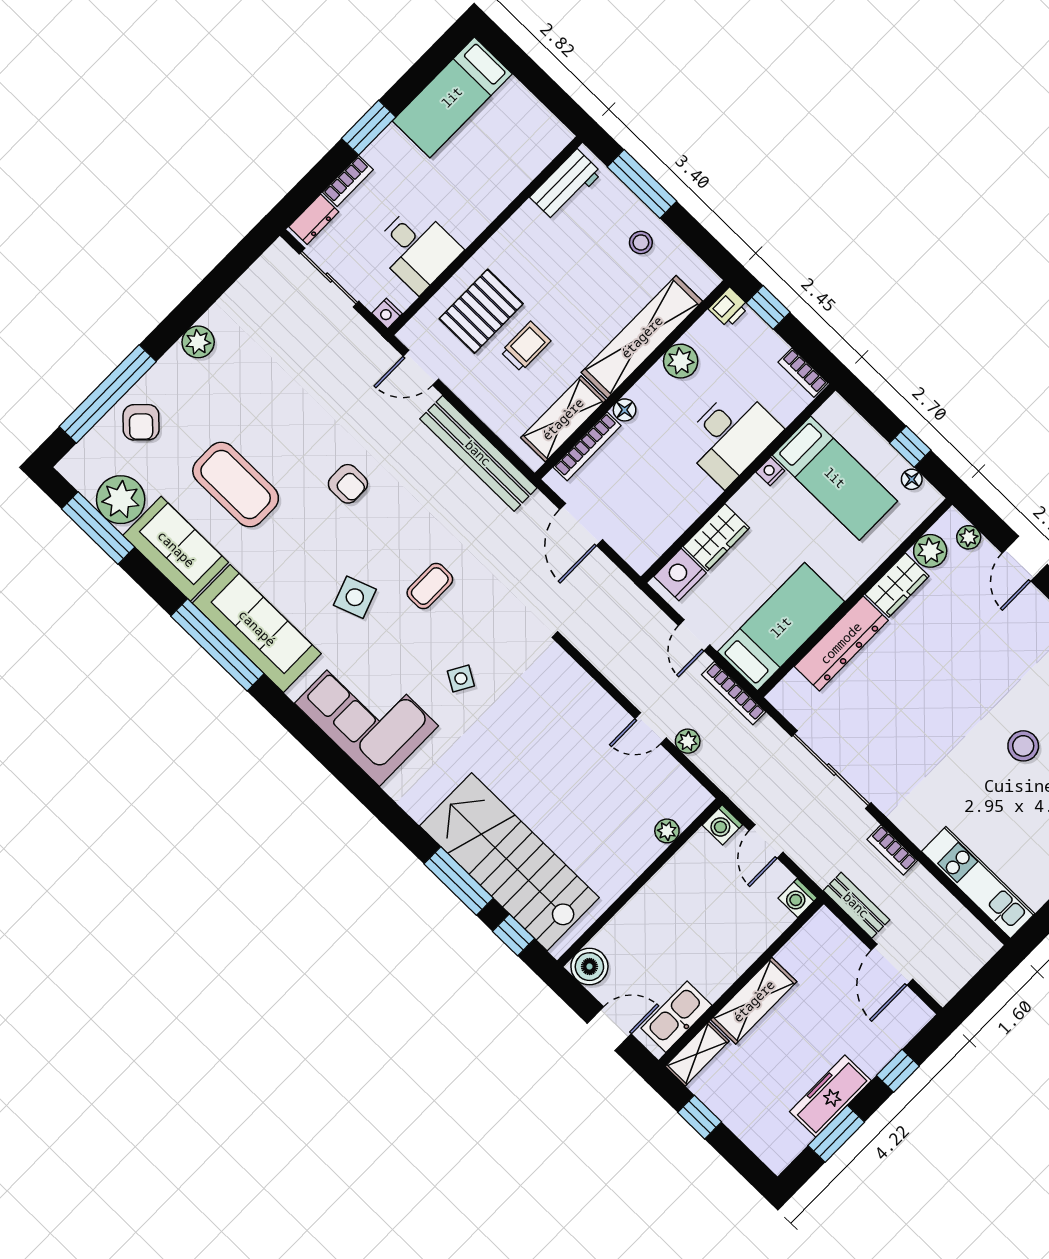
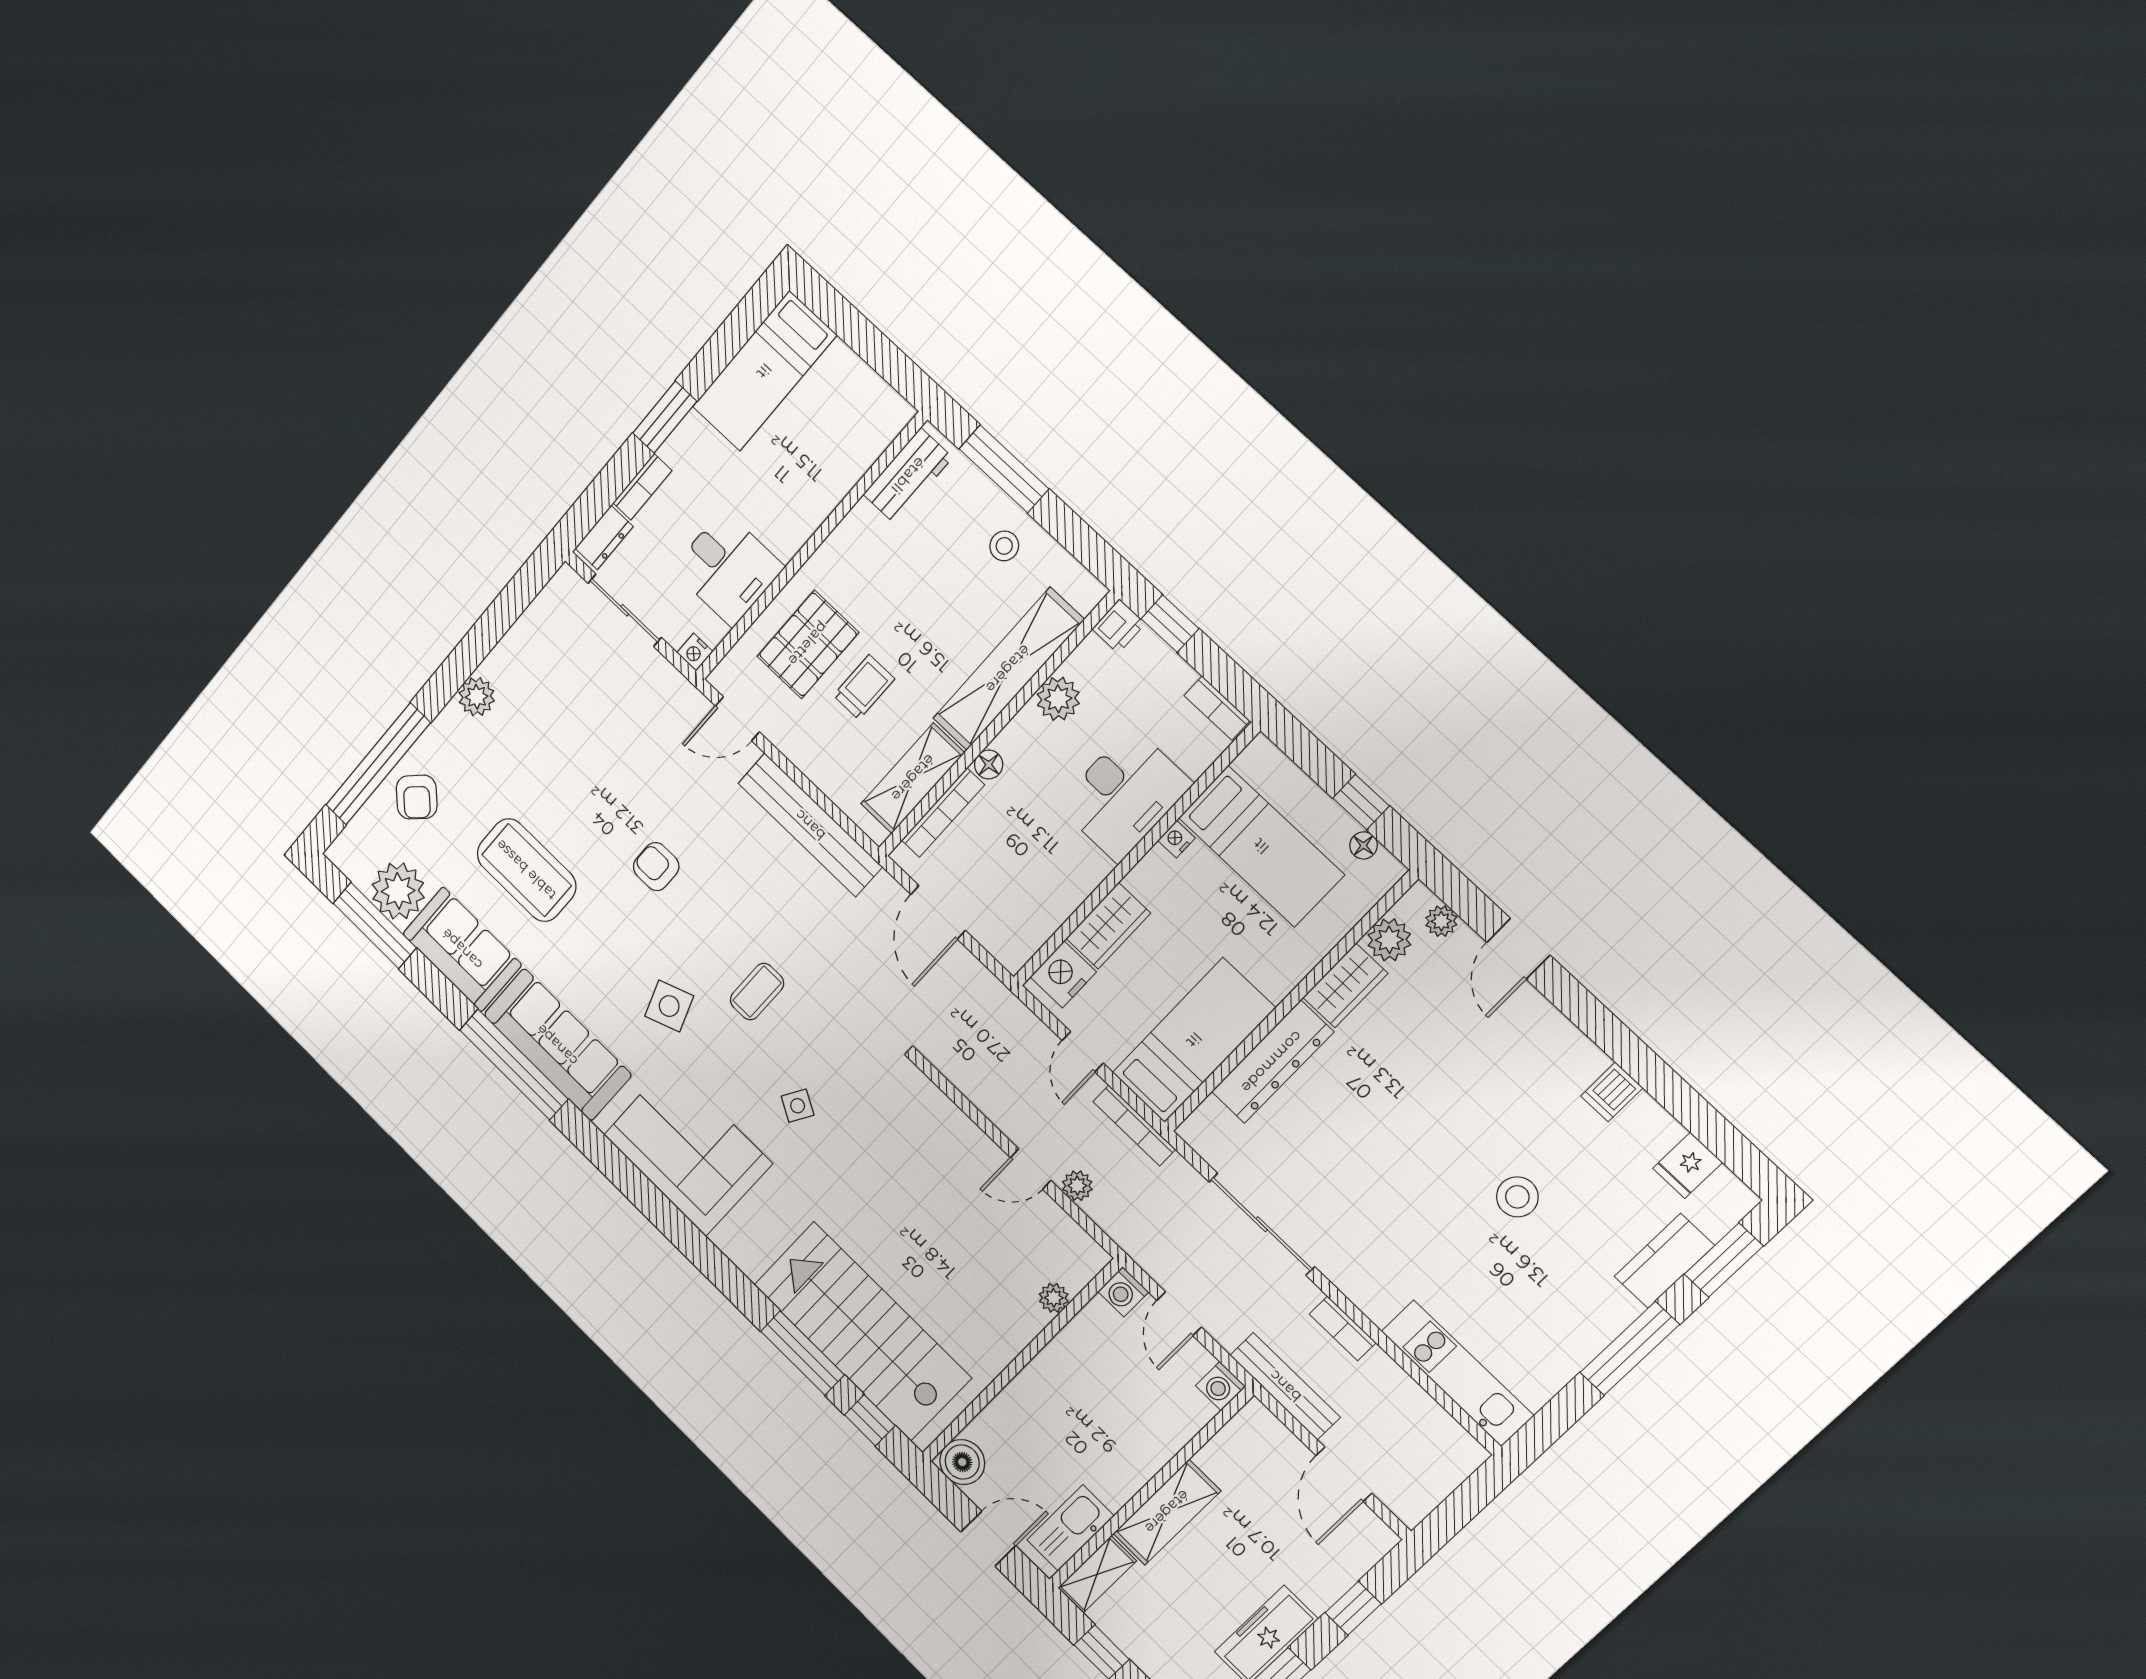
armchair: (348, 484) -> (656, 867), turned 180
bench: (856, 905) -> (1285, 1386), width x1.36

